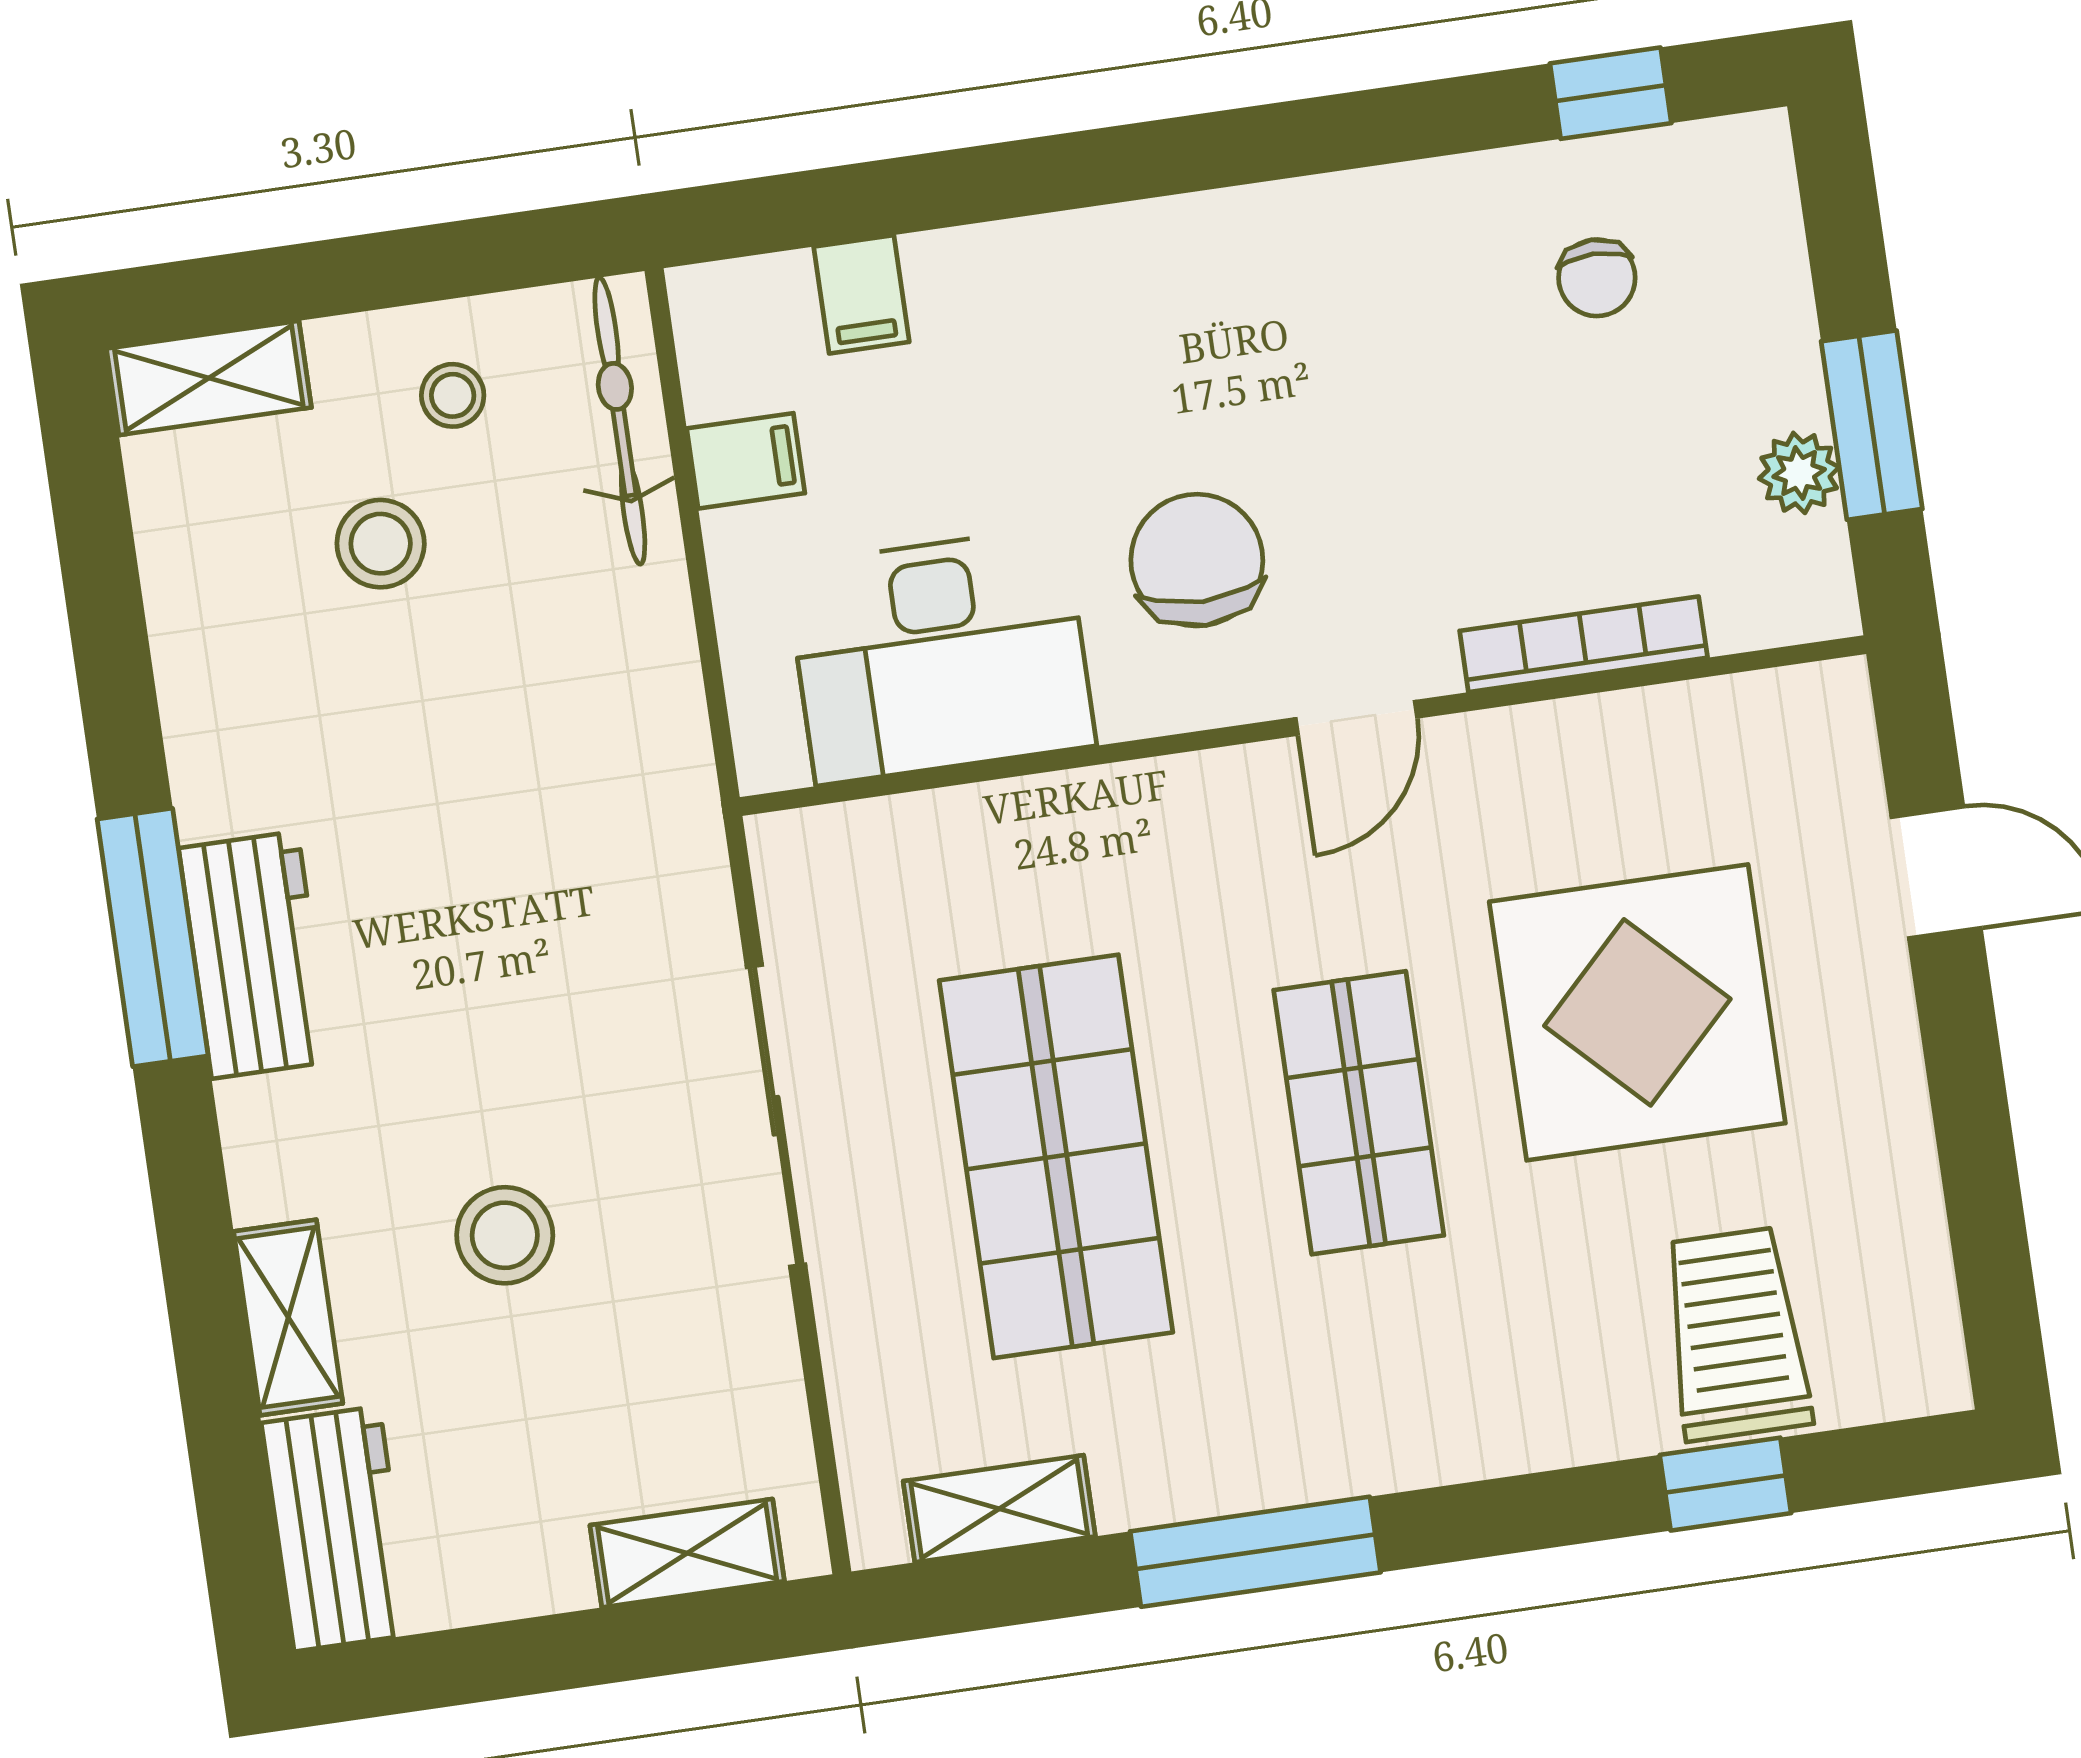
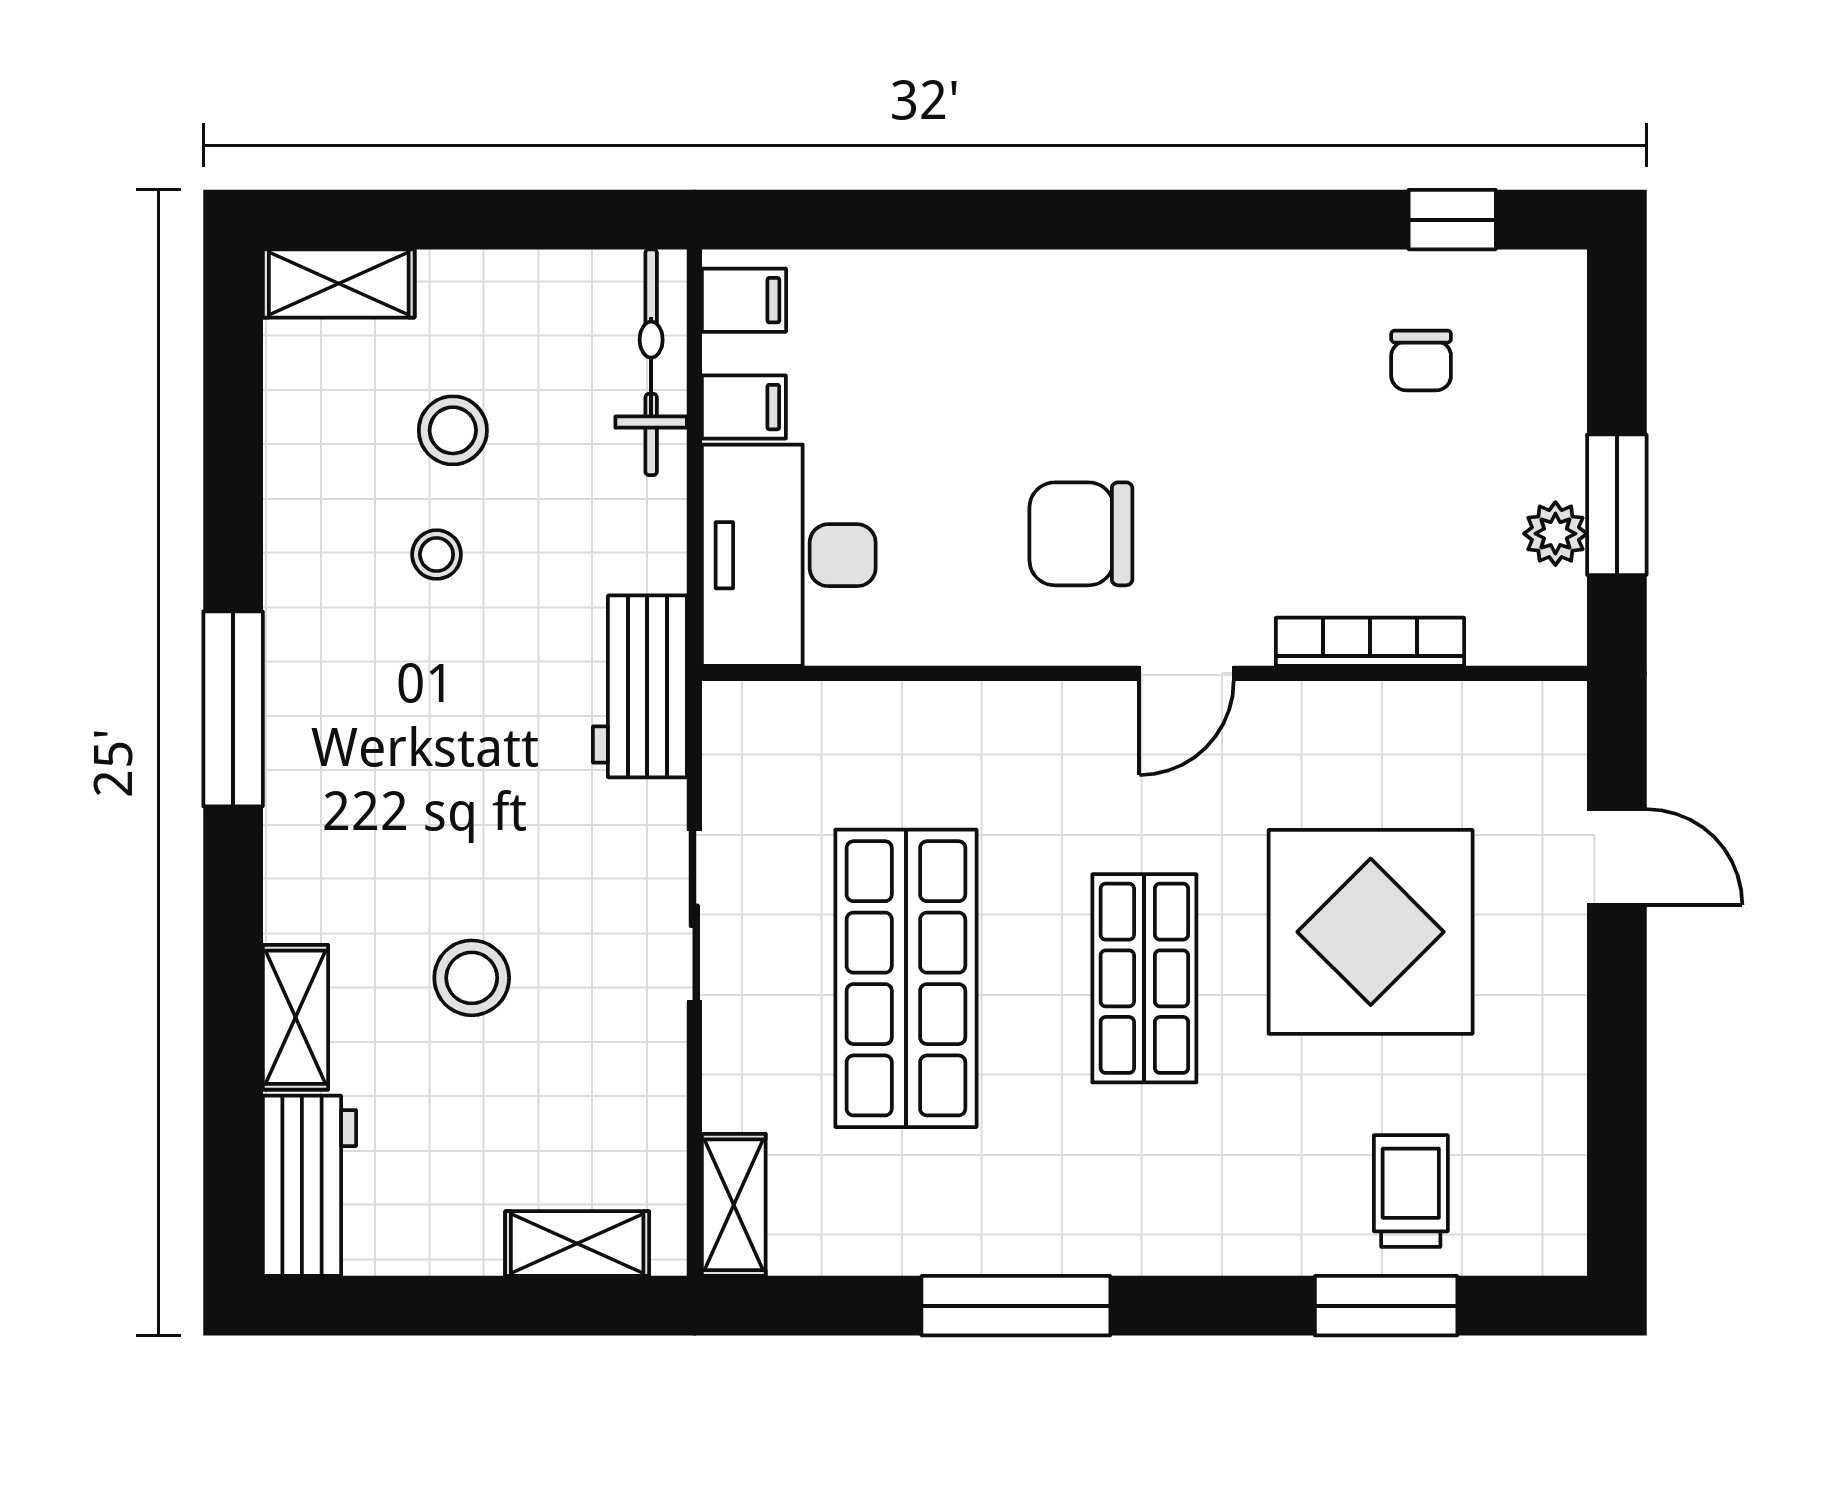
filing cabinet: (861, 294) -> (744, 300), moved, turned -90
stool: (453, 395) -> (437, 555), moved
chair: (1197, 560) -> (1081, 534), turned -90
desk: (940, 655) -> (789, 555), moved, turned 90
workbench: (255, 955) -> (640, 686), moved, turned 180
sliding door: (776, 1116) -> (694, 916), width x0.73
trolley: (1736, 1334) -> (1411, 1191), width x0.73, depth x0.72
window: (1725, 1484) -> (1386, 1306), width x1.50
shelving: (999, 1509) -> (734, 1205), moved, turned 90

